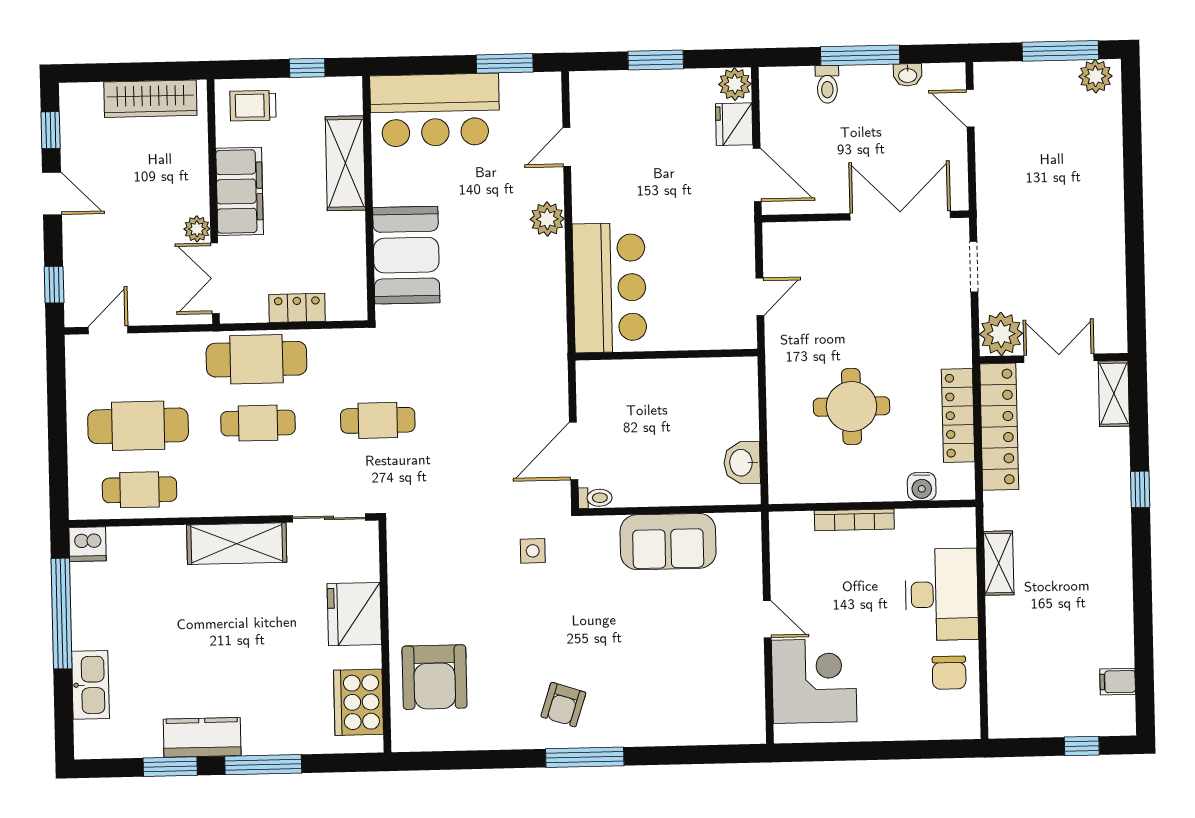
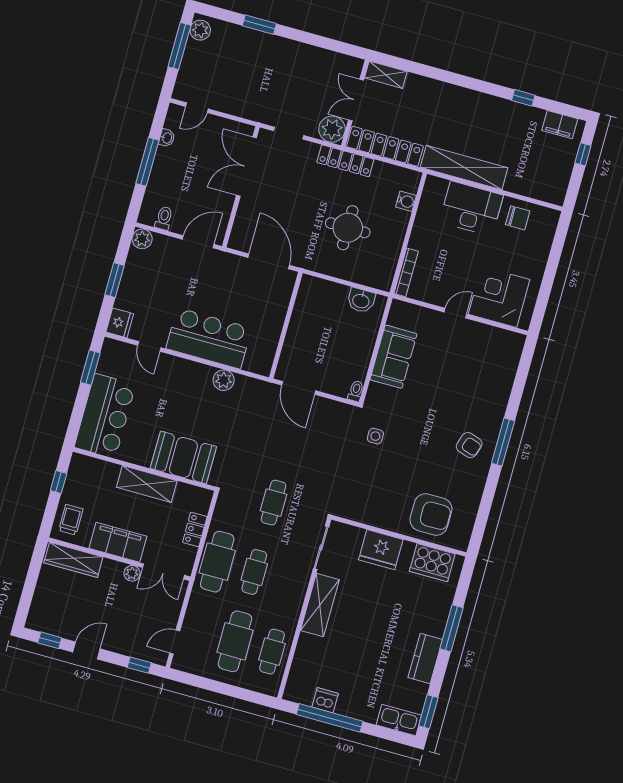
toilet: (827, 84) -> (164, 218), moved, turned -90
wardrobe: (150, 99) -> (73, 560), moved, turned 90
trolley: (253, 106) -> (71, 520), turned 180
fridge: (734, 124) -> (120, 323), moved, turned -90
shelving: (345, 163) -> (147, 484), moved
window: (1133, 168) -> (259, 25), added
plant: (547, 219) -> (224, 380), moved
bar counter: (610, 288) -> (209, 338), moved
door: (760, 297) -> (269, 261), width x1.88
door: (108, 330) -> (175, 642), hinge flipped
locker: (958, 416) -> (345, 161), moved
door: (574, 451) -> (299, 388), moved
window: (1140, 489) -> (523, 98), moved
bookcase: (854, 520) -> (406, 272), moved
dishwasher: (87, 544) -> (325, 700), moved, turned -90
shelving: (999, 563) -> (464, 167), width x2.20, depth x1.33
filing cabinet: (1118, 682) -> (560, 125), width x2.00
kitchen sink: (90, 685) -> (399, 720), moved
window: (170, 767) -> (428, 712), moved

